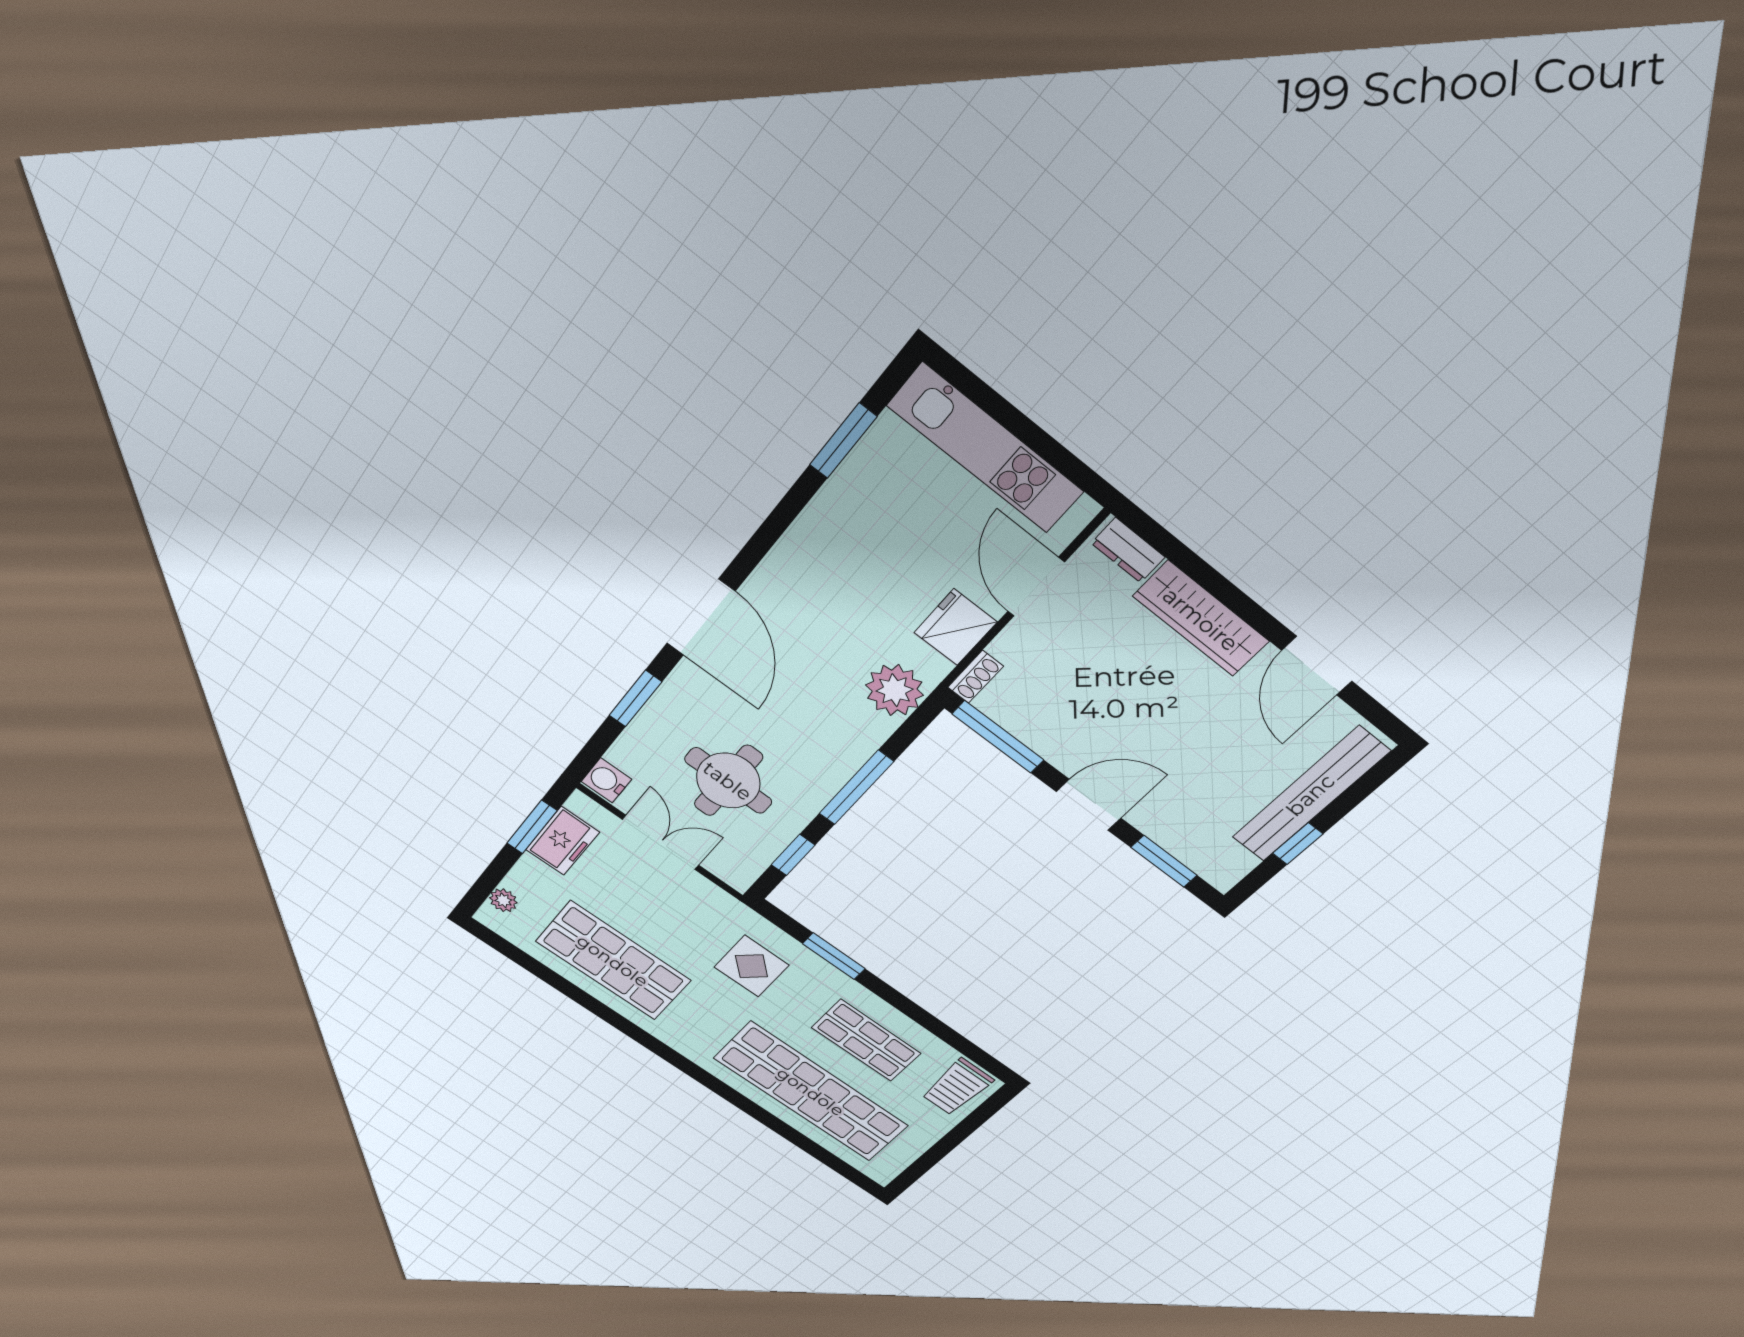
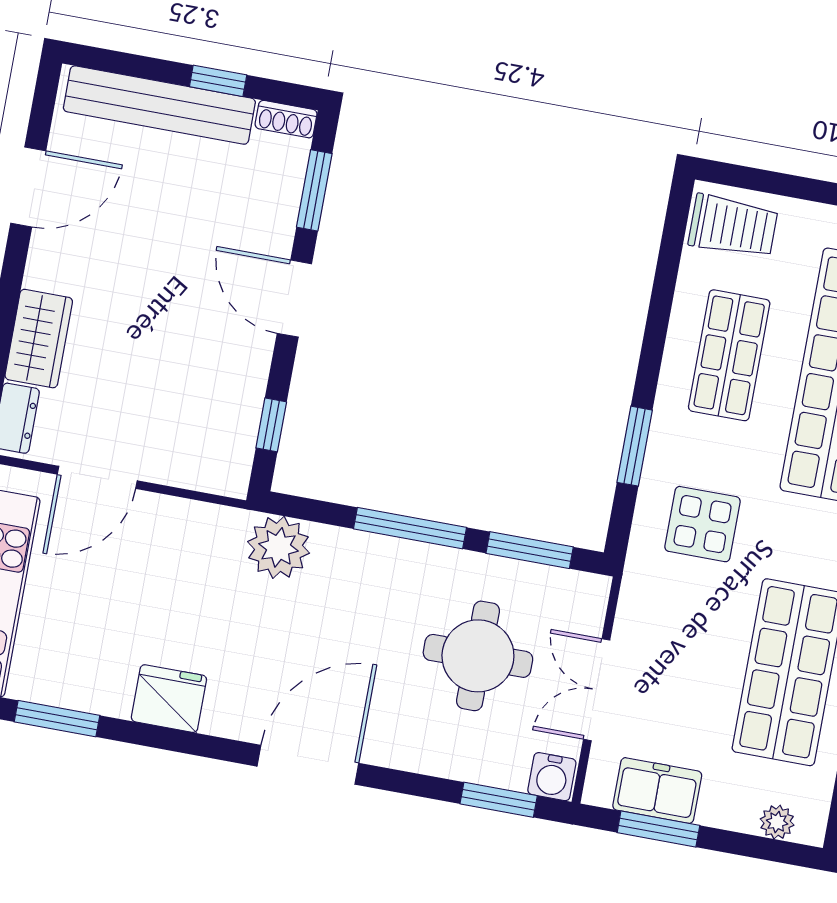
wardrobe: (1201, 619) -> (39, 339), width x0.67
fridge: (956, 627) -> (169, 699), moved, turned 180
shoe rack: (975, 677) -> (286, 119), moved, turned 180
window: (635, 699) -> (499, 800), moved
window: (998, 737) -> (271, 425), width x0.46
window: (793, 855) -> (530, 550), width x1.50

